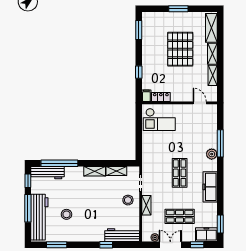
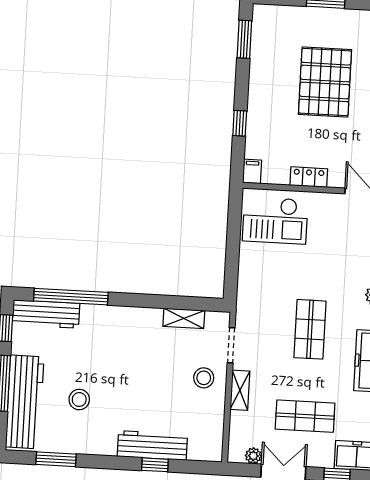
locker: (161, 97) -> (309, 177), moved
shelving: (95, 171) -> (140, 316), removed
workbench: (122, 235) -> (152, 445), moved

